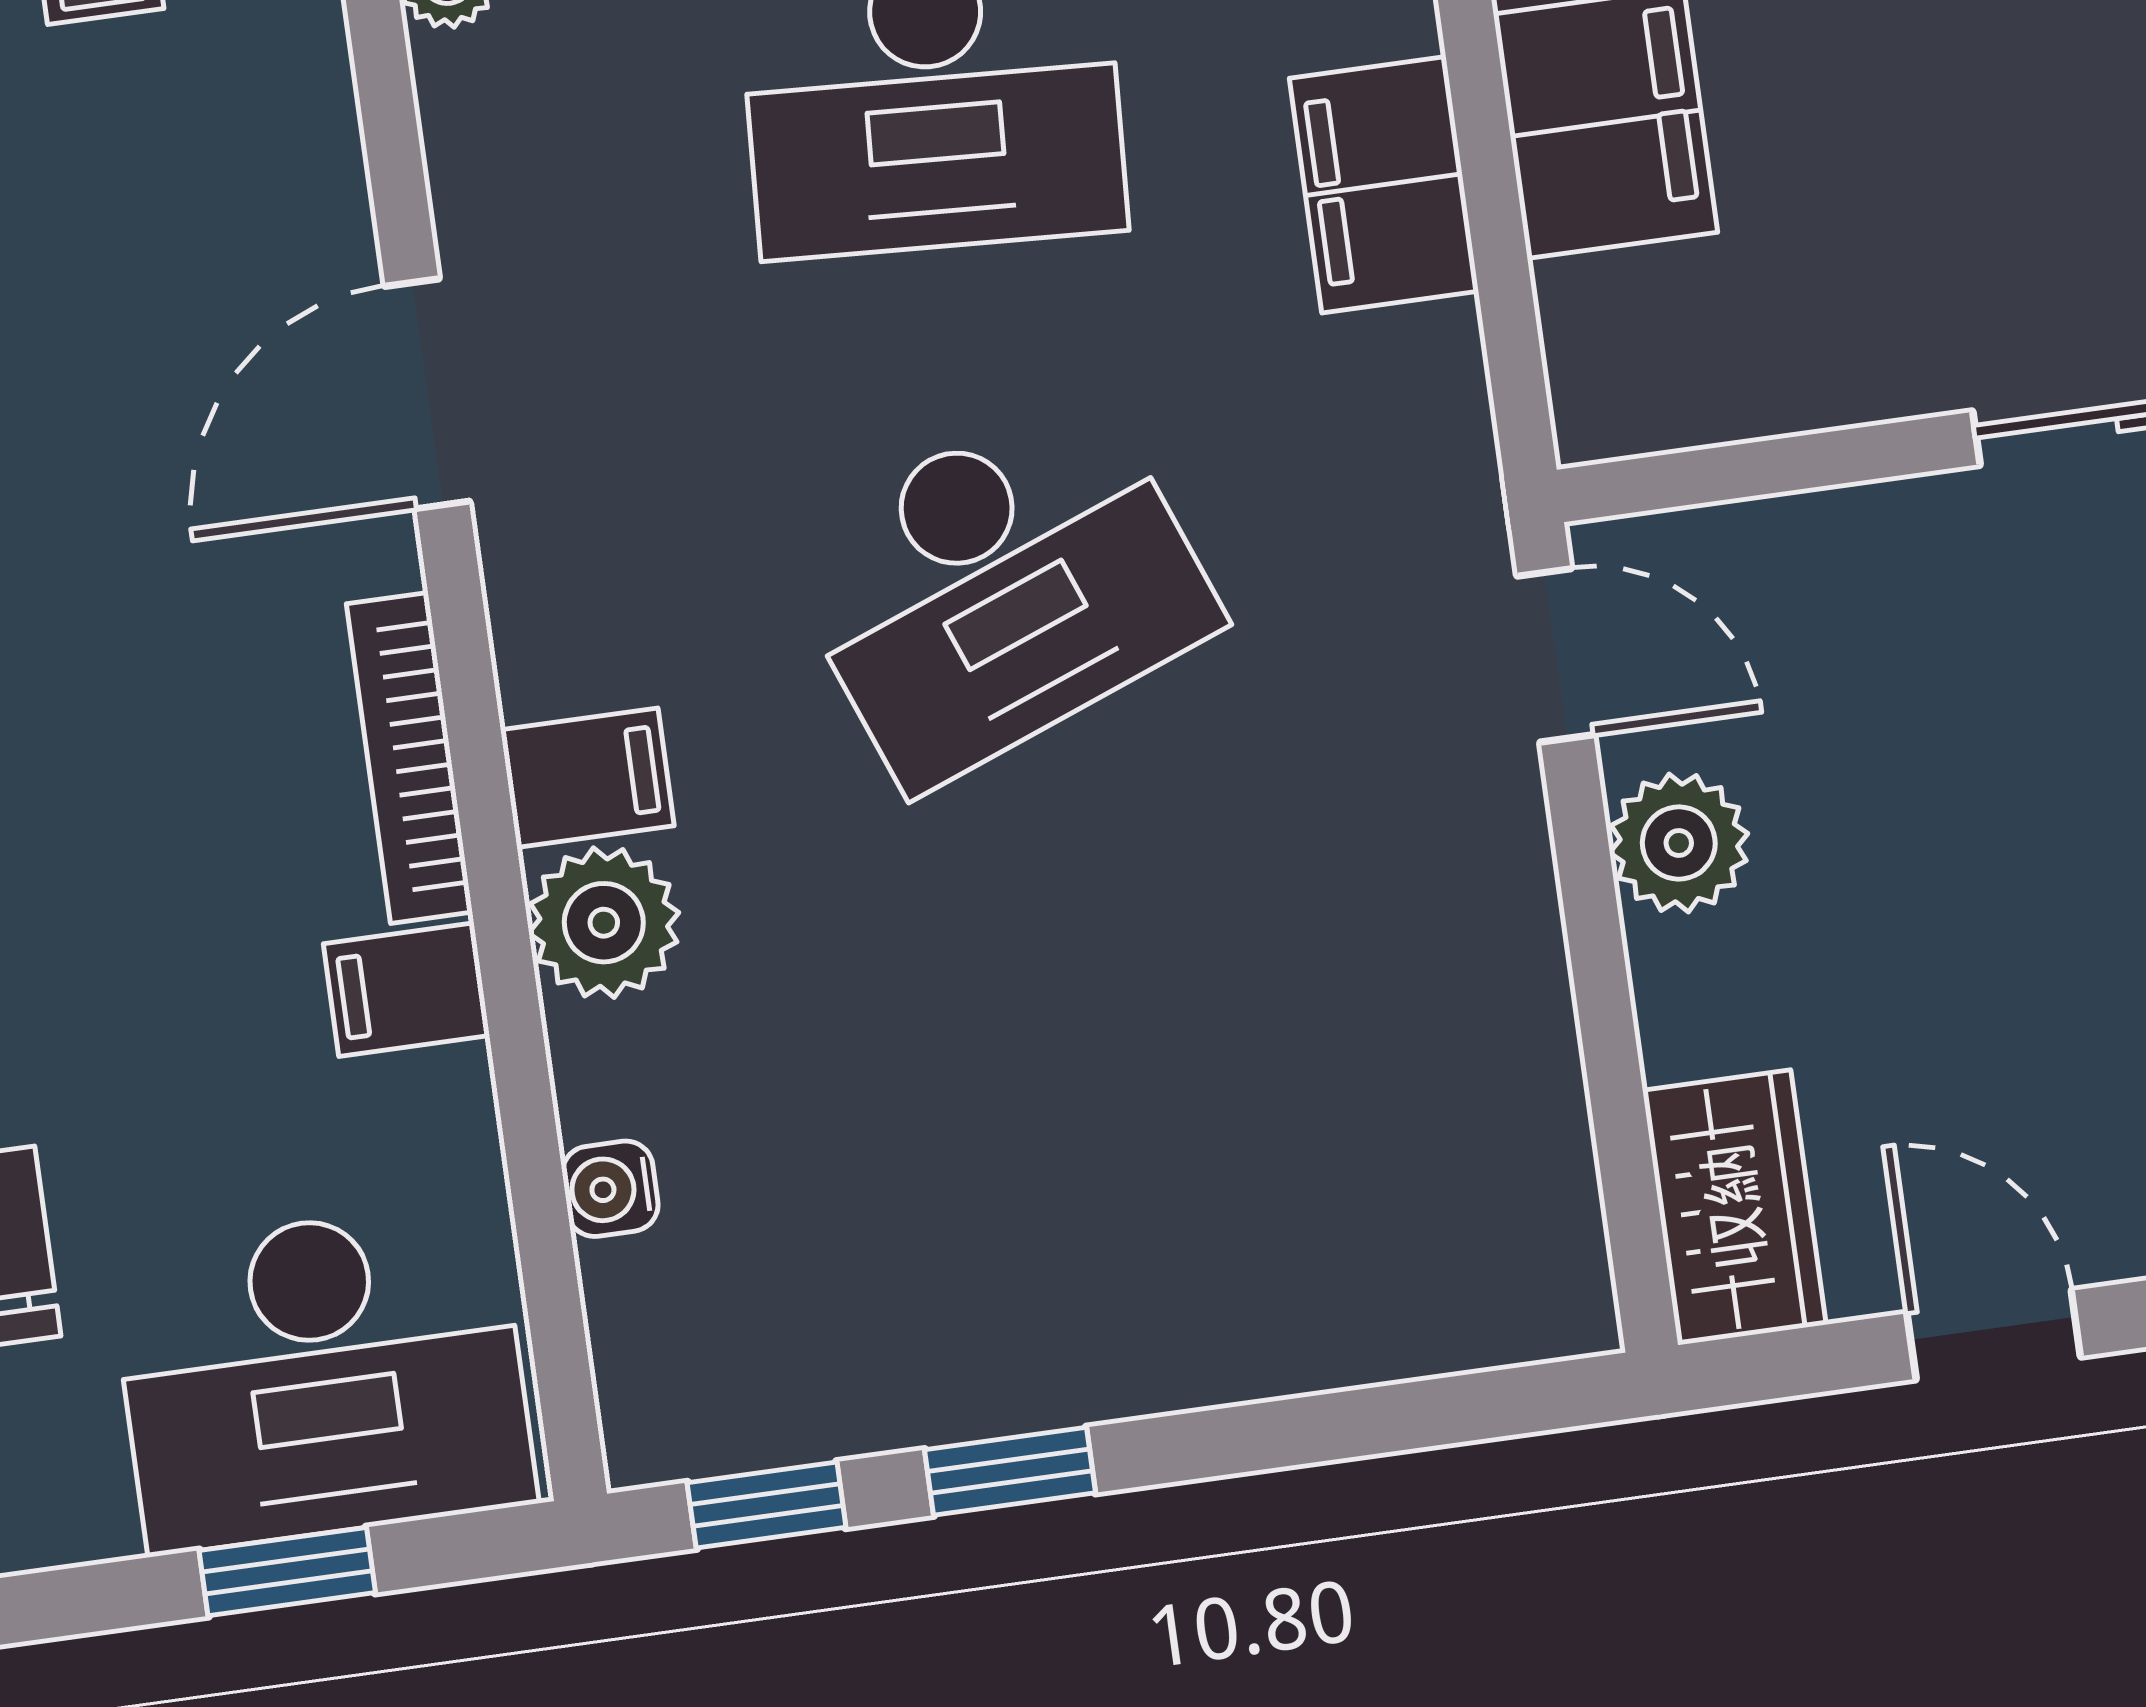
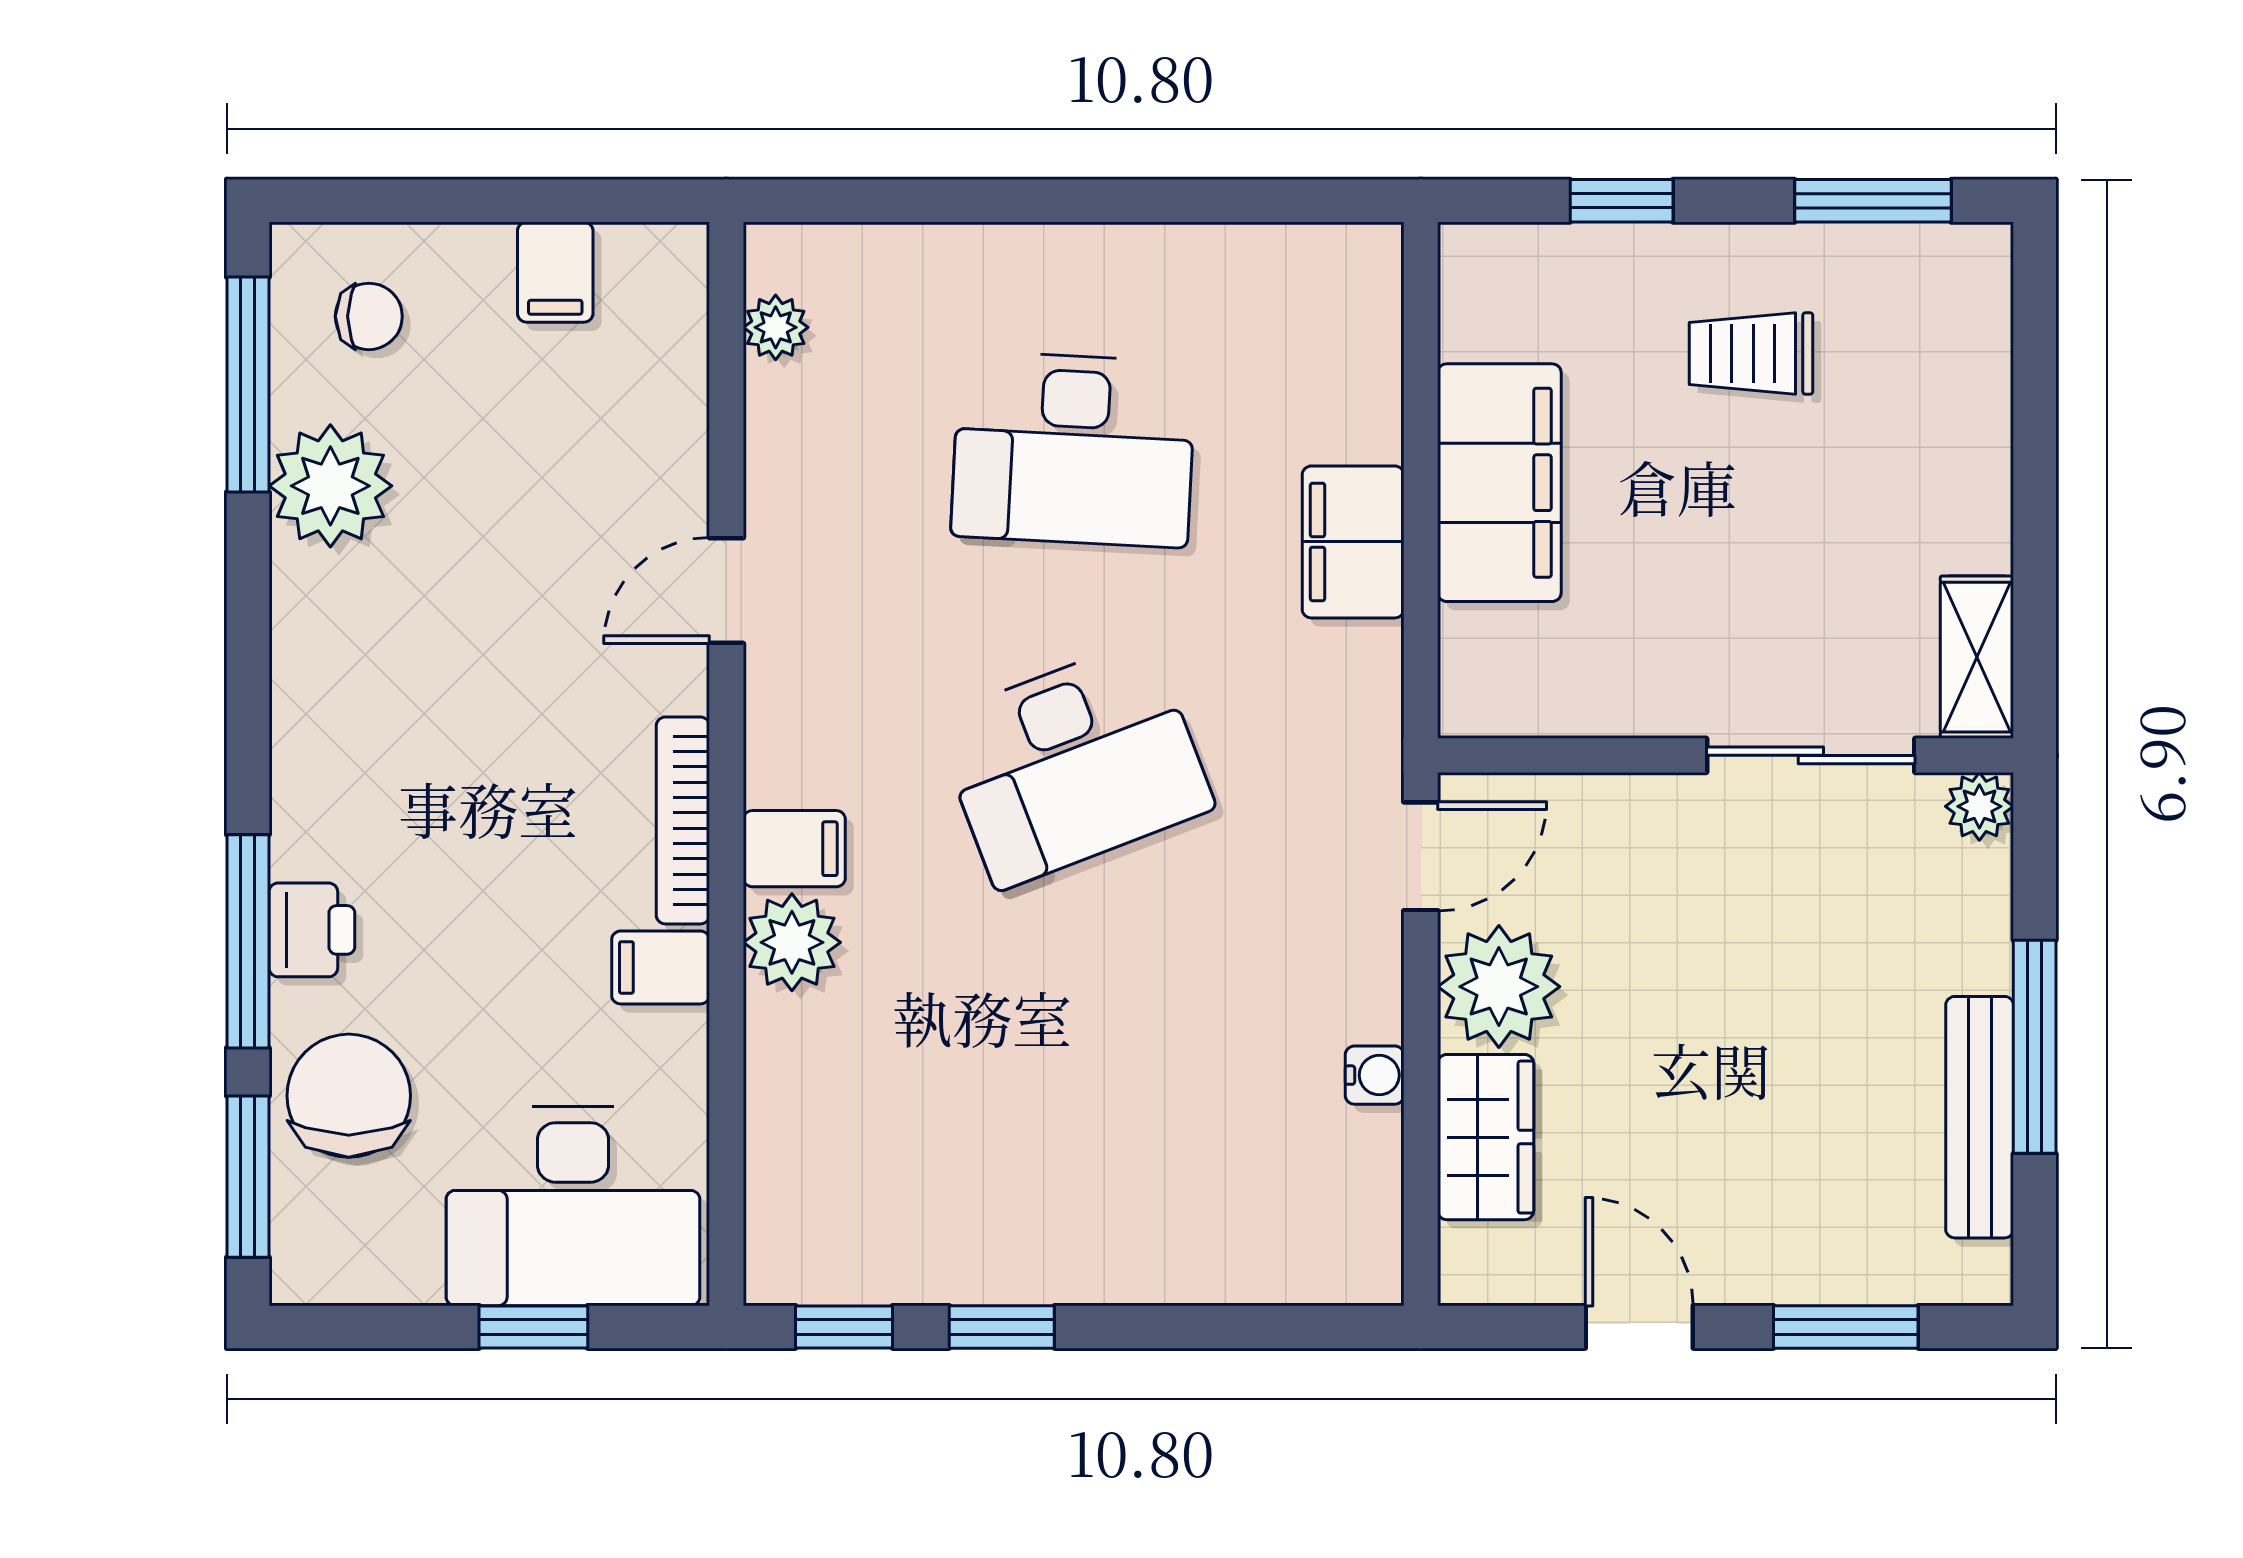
door: (427, 394) -> (726, 591), width x0.73
door: (1556, 655) -> (1421, 856), hinge flipped
plant: (1679, 843) -> (1499, 987), width x1.36, depth x1.36
water cooler: (610, 1189) -> (1375, 1075), moved, turned 180
wardrobe: (1734, 1207) -> (1486, 1137), moved

